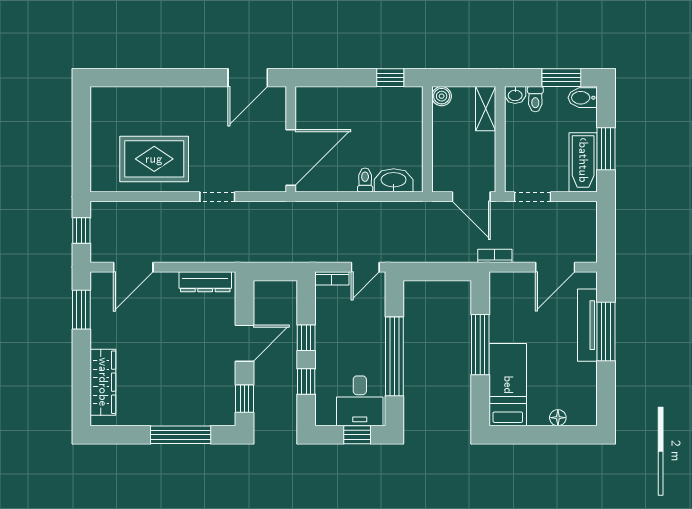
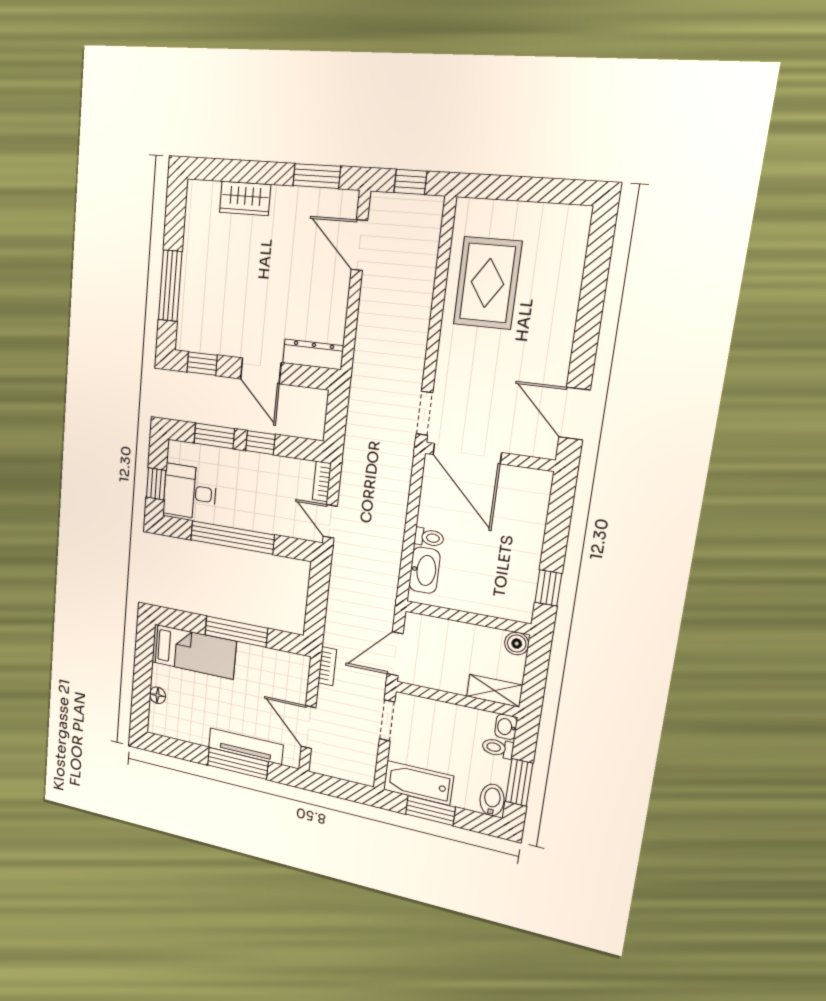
doorway: (217, 197) -> (424, 413), moved
dresser: (205, 282) -> (313, 354), moved, turned 90
window: (306, 381) -> (214, 436), width x1.50
wardrobe: (103, 382) -> (245, 198), width x0.67

